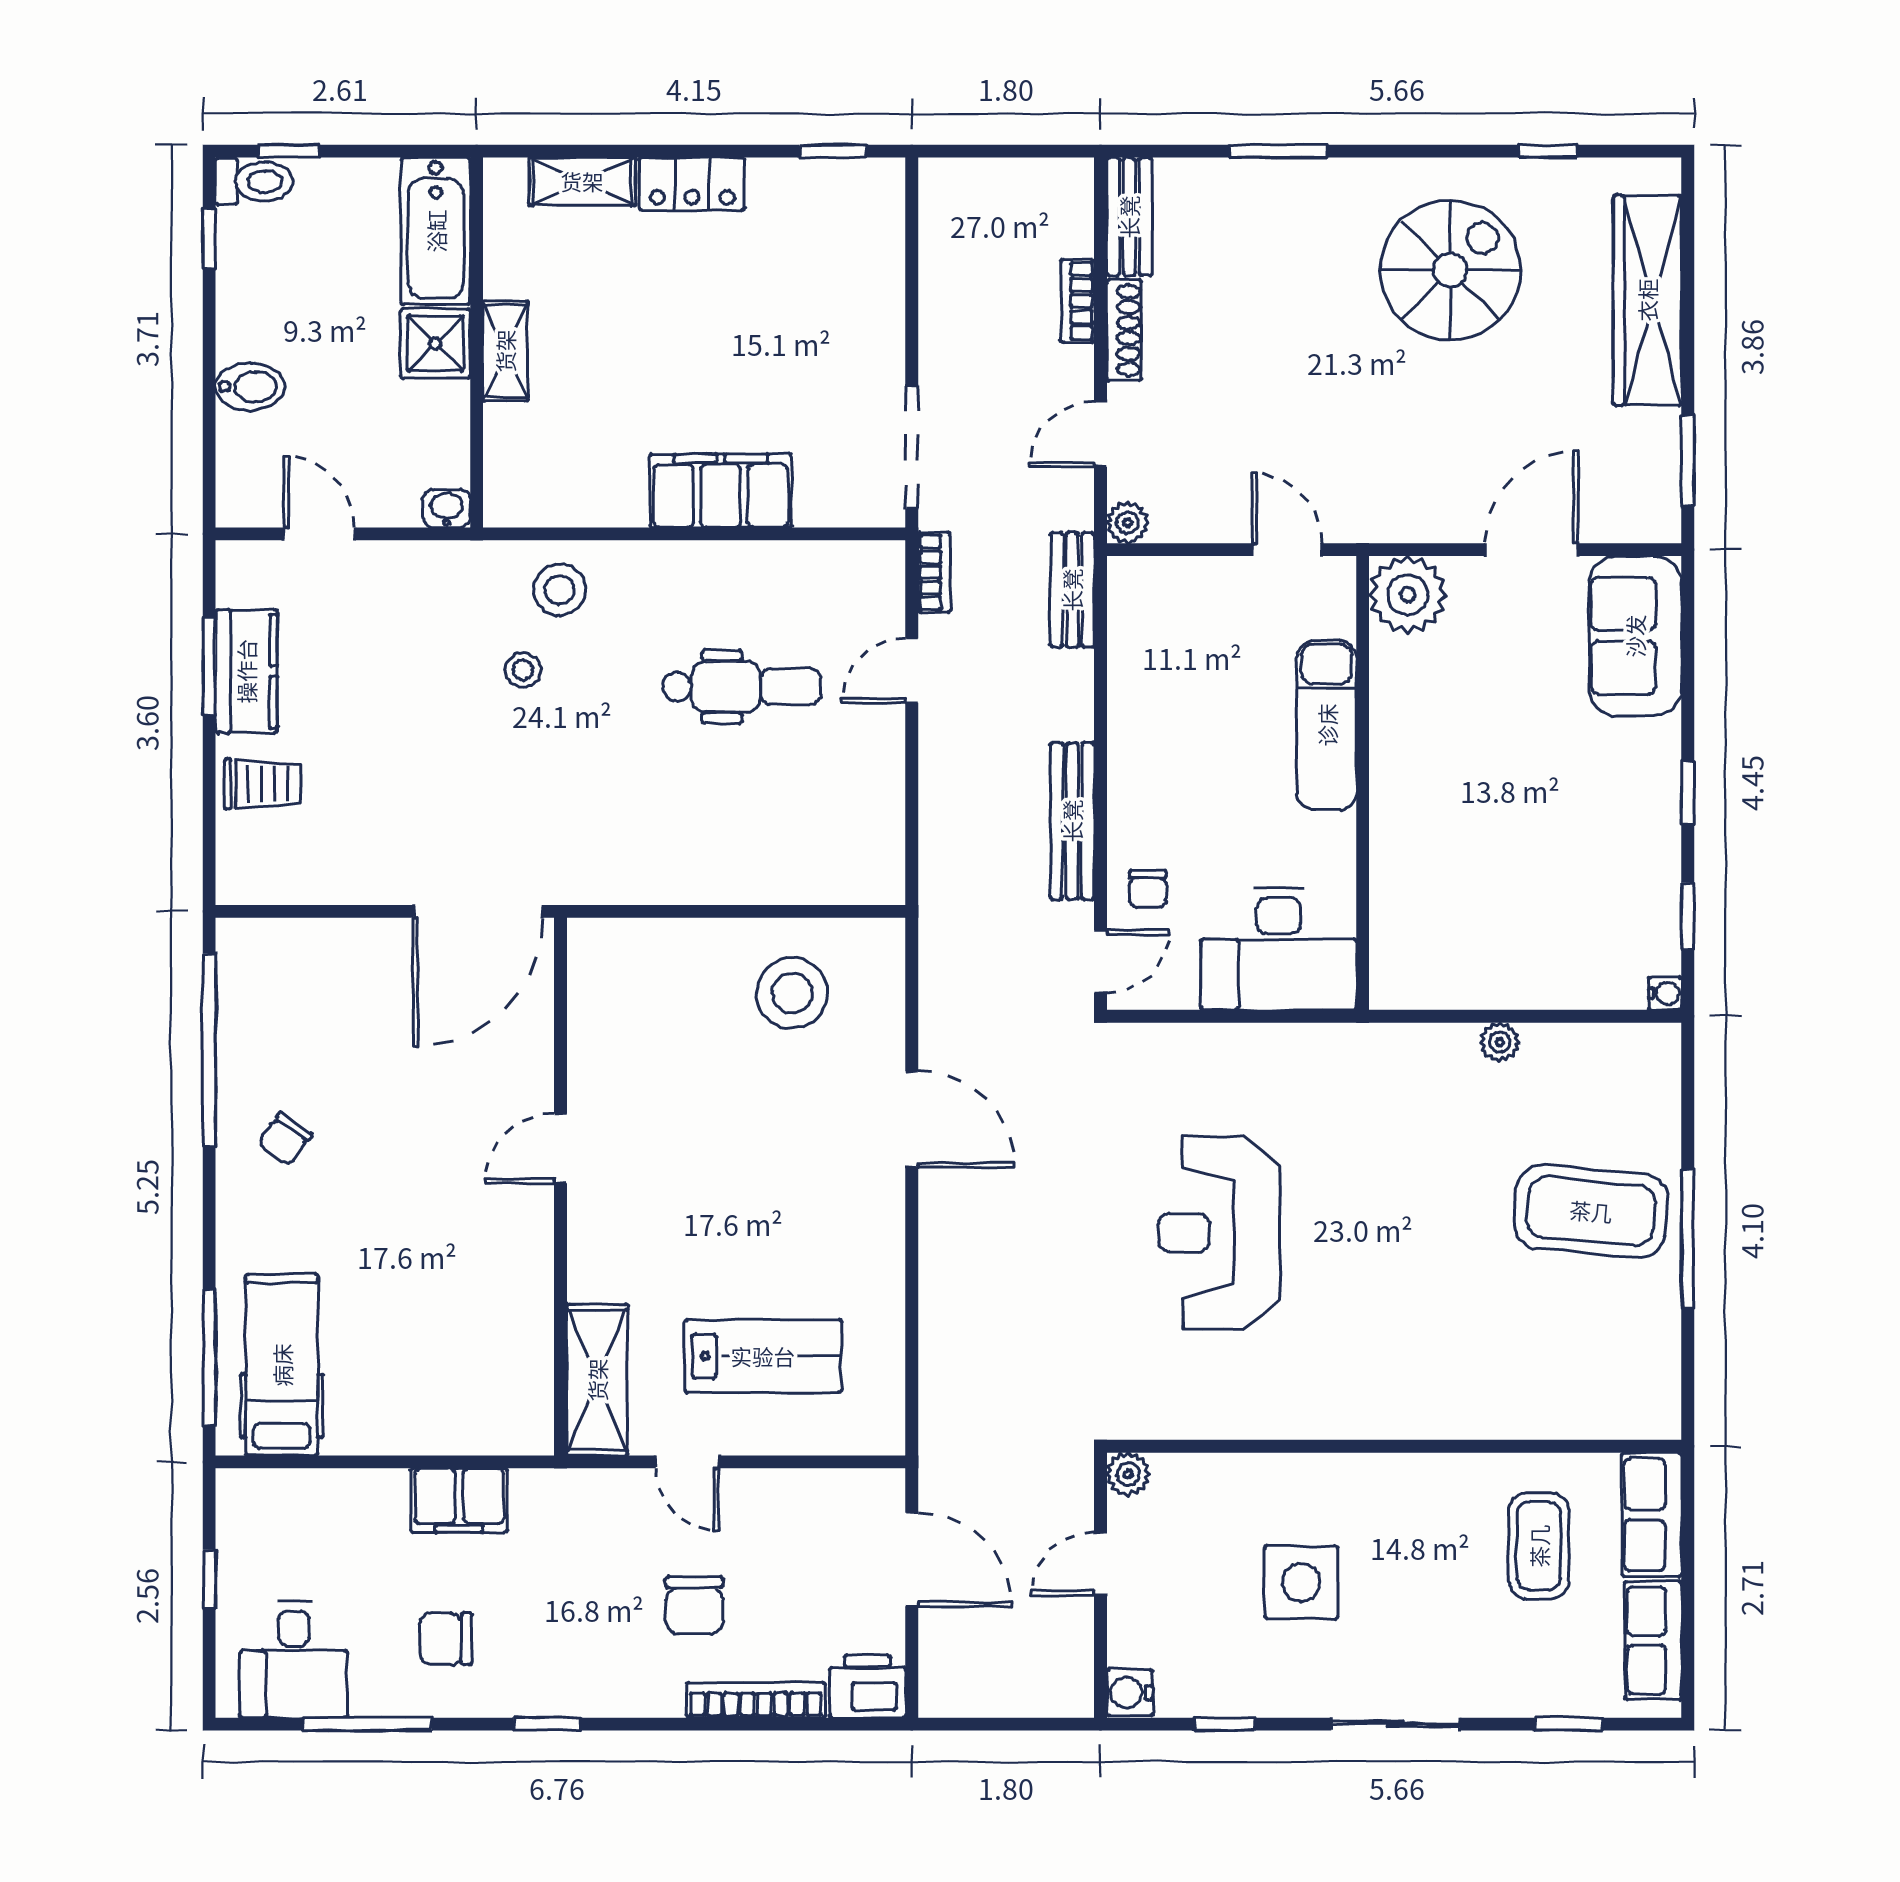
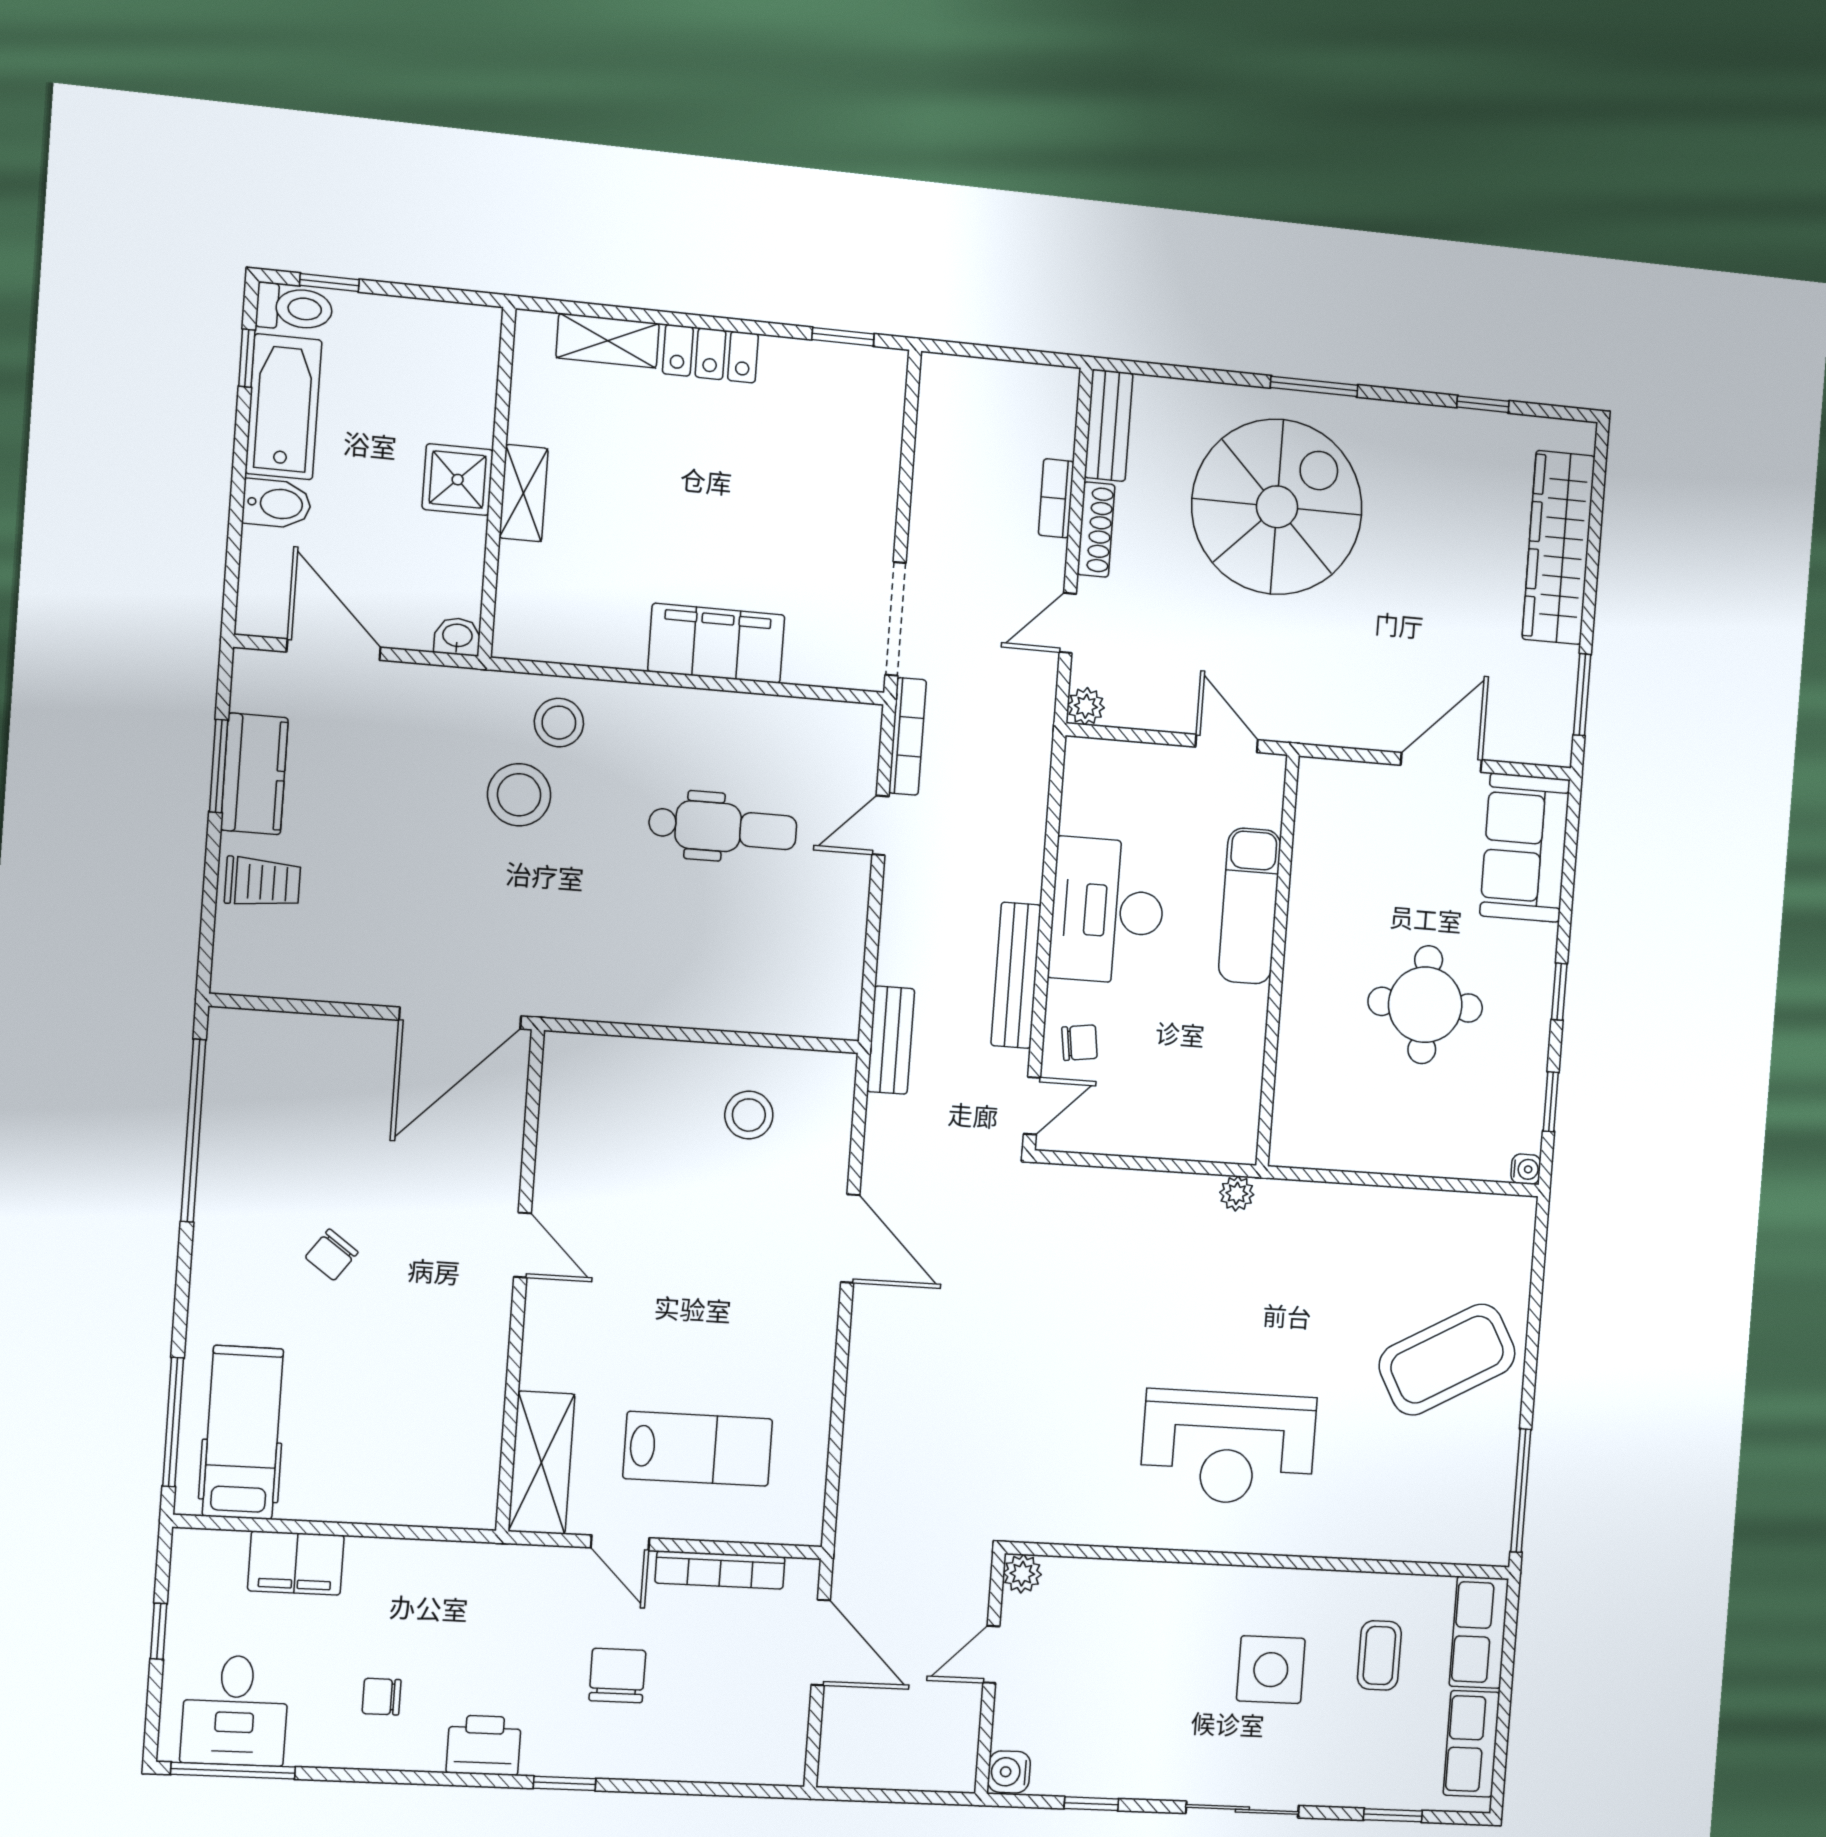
window: (1278, 151) -> (1314, 386), moved
bathtub: (436, 231) -> (283, 407), moved, turned 180
spiral stairs: (1450, 270) -> (1277, 507), moved, width x1.37, depth x1.37
door: (319, 534) -> (334, 650), width x1.37
bookcase: (934, 572) -> (908, 736), width x1.56
bench: (1072, 590) -> (891, 1040), moved
plant: (1408, 595) -> (1330, 794), removed
stool: (523, 670) -> (519, 795), width x1.89, depth x1.89
round table: (1534, 819) -> (1425, 1005), added
chair: (1148, 889) -> (1080, 1043), turned -98
desk: (1279, 949) -> (1107, 911), moved, turned 90
stool: (792, 993) -> (749, 1115), width x0.73, depth x0.73
plant: (1500, 1042) -> (1237, 1193), moved
chair: (285, 1139) -> (332, 1255), moved
door: (560, 1148) -> (523, 1245), swing flipped
coffee table: (1591, 1211) -> (1447, 1360), turned -34
reception desk: (1219, 1233) -> (1228, 1448), moved, turned -90
window: (1688, 1239) -> (1521, 1491), moved
filing cabinet: (459, 1500) -> (296, 1563), moved
coffee table: (1539, 1546) -> (1379, 1655), width x0.73, depth x0.77
side table: (1301, 1582) -> (1271, 1670), moved
chair: (694, 1605) -> (617, 1675), turned 180
chair: (446, 1639) -> (382, 1697), width x0.73, depth x0.73
printer: (867, 1686) -> (484, 1745), moved
bookcase: (756, 1700) -> (720, 1570), moved, turned 180
window: (367, 1724) -> (233, 1771), moved
window: (547, 1724) -> (565, 1783), moved

